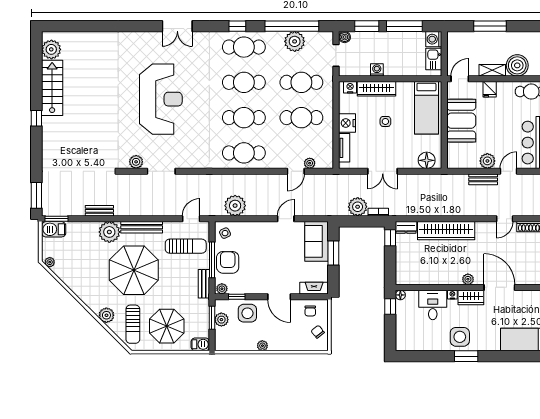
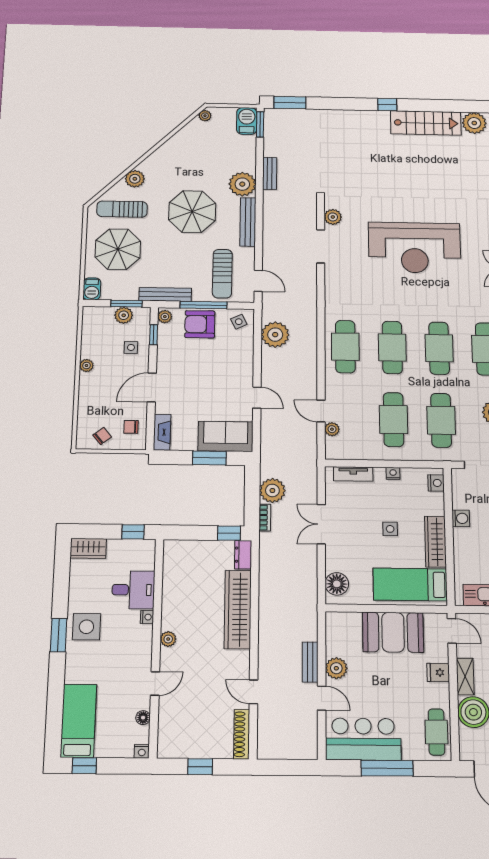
wardrobe: (377, 89) -> (435, 542), moved
nightstand: (347, 123) -> (393, 473), width x0.53, depth x0.56
armchair: (228, 262) -> (200, 324), turned 180
parasol: (134, 270) -> (192, 212), width x0.73, depth x0.73
bench: (204, 284) -> (165, 294), width x1.36
door: (499, 287) -> (155, 683), width x0.53
floor lamp: (400, 295) -> (143, 718), moved
wardrobe: (471, 297) -> (88, 548), moved, turned -90
side table: (247, 313) -> (131, 347), width x0.54, depth x0.54

